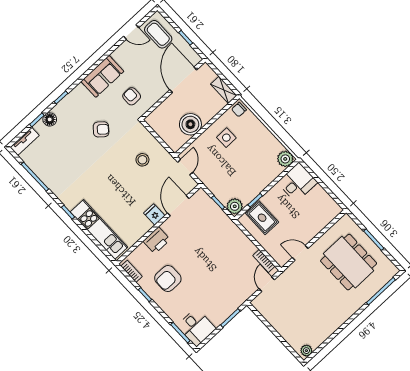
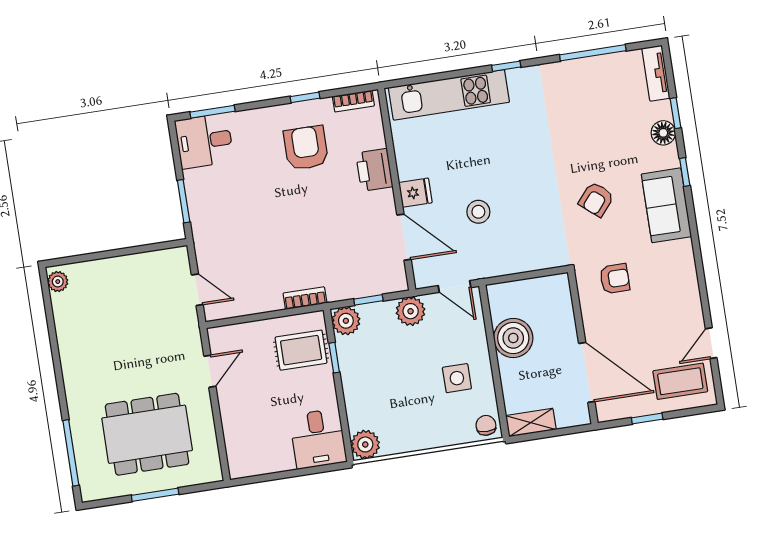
sofa: (102, 76) -> (666, 205), moved
stool: (142, 160) -> (478, 212), moved
plant: (210, 180) -> (411, 311), added
bookcase: (264, 261) -> (305, 298), moved

